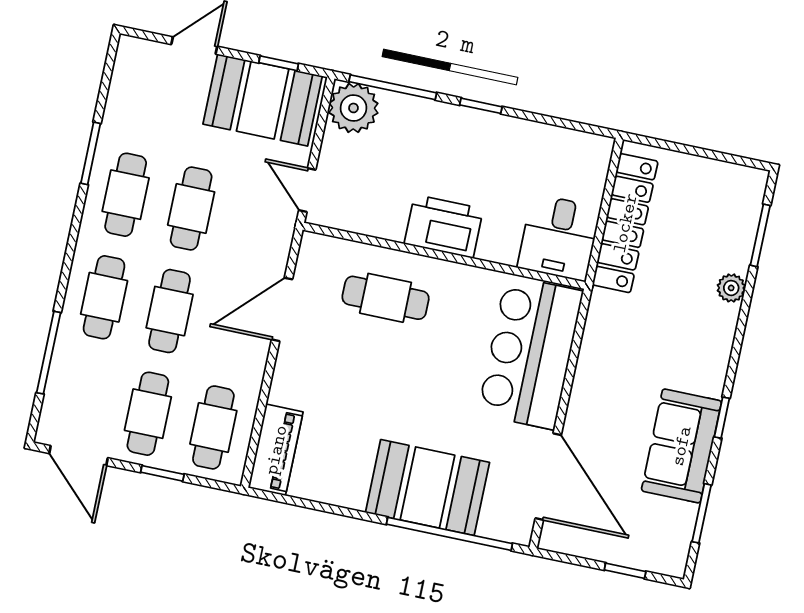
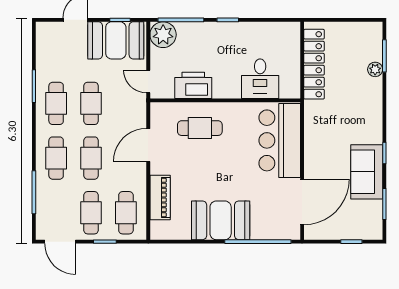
printer: (444, 226) -> (193, 85), moved
desk: (559, 238) -> (260, 79), moved
plant: (731, 288) -> (375, 69), moved
piano: (276, 450) -> (160, 198), moved
door: (548, 477) -> (302, 202), hinge flipped
booth: (427, 488) -> (221, 220), moved

